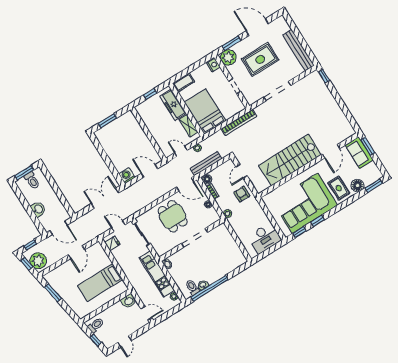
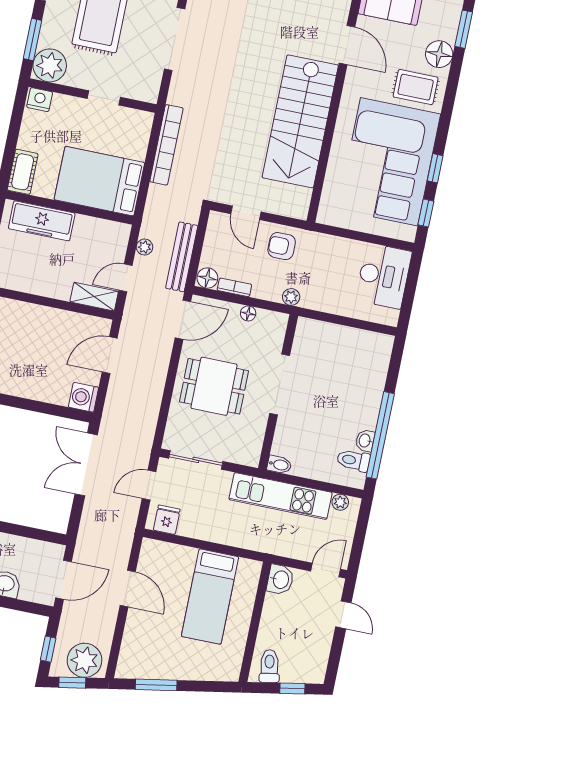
shelving: (188, 126) -> (94, 297), moved
door: (125, 341) -> (343, 615), moved

